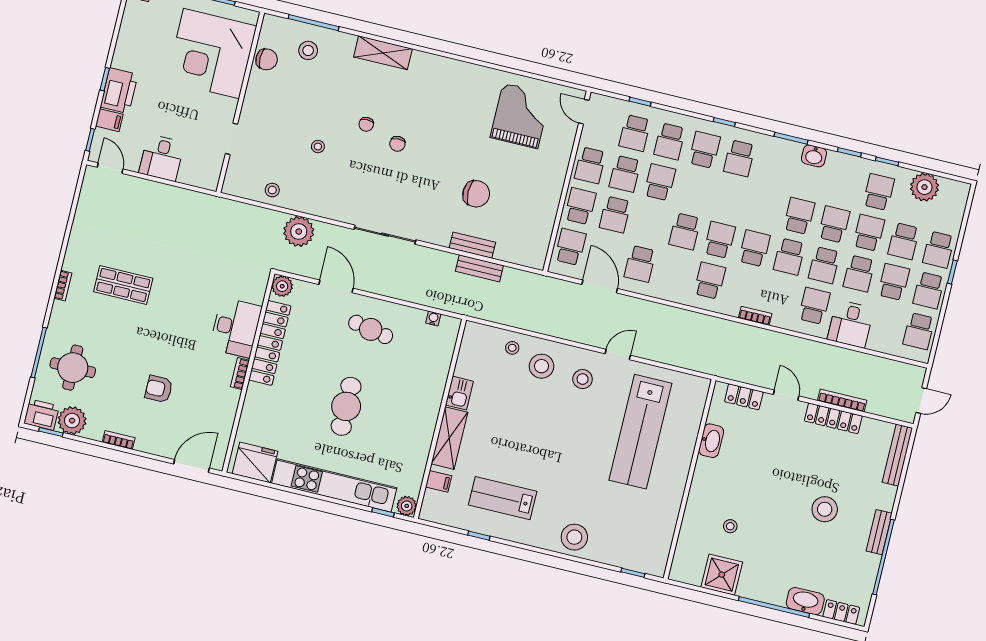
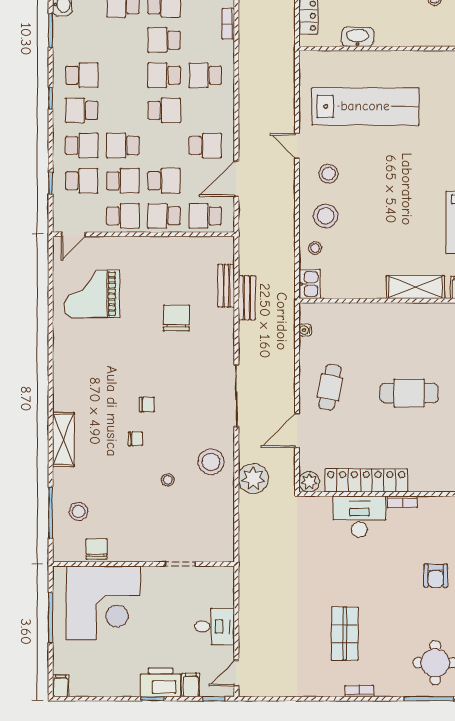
stool: (272, 190) -> (211, 462), moved, width x1.89, depth x1.89
bench: (472, 245) -> (226, 286), moved
kitchen sink: (459, 393) -> (310, 284), moved, turned 90

